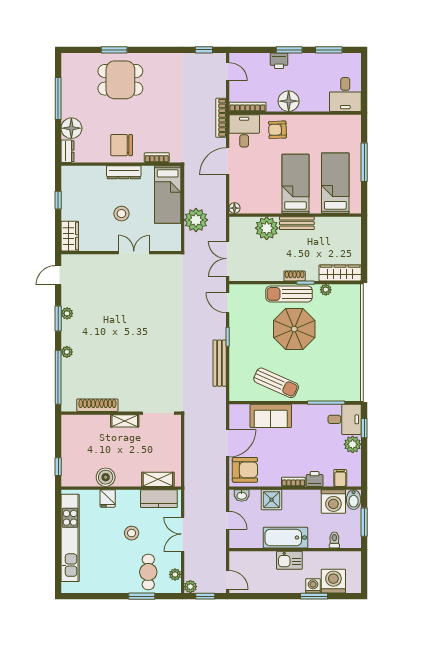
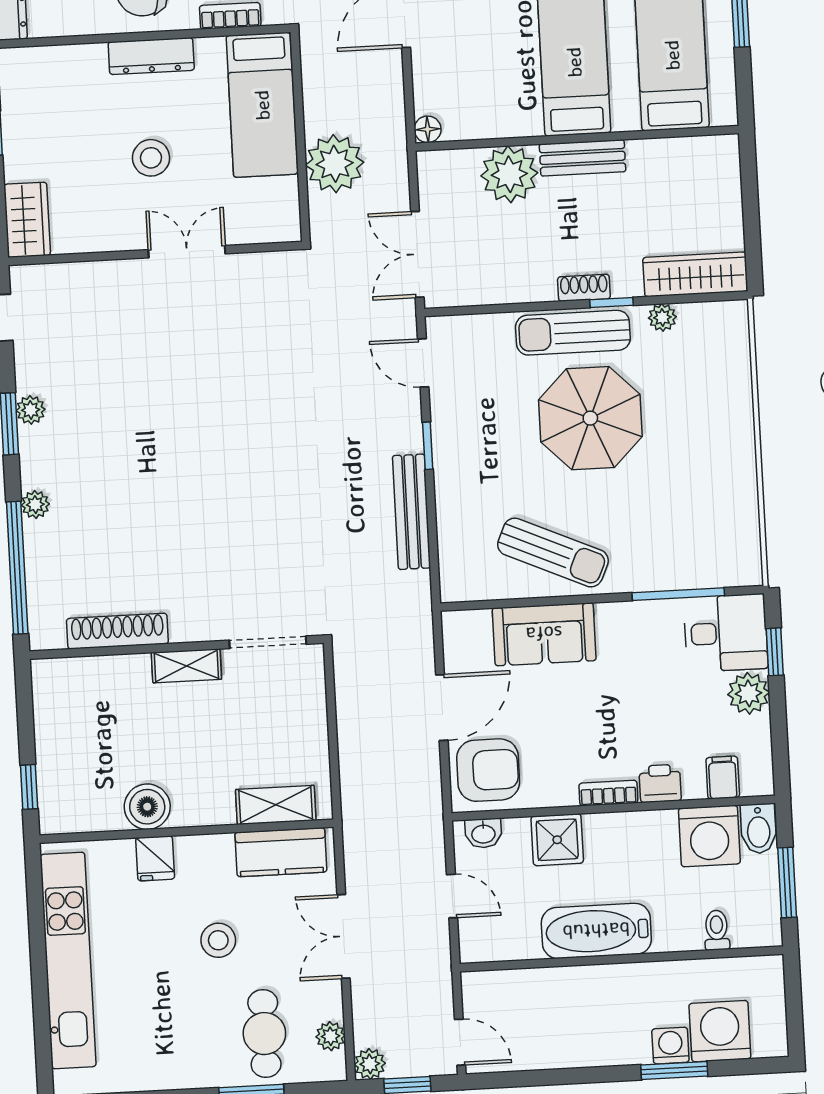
kitchen sink: (289, 560) -> (609, 986), removed

